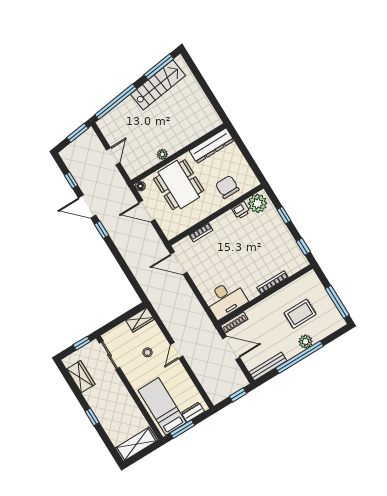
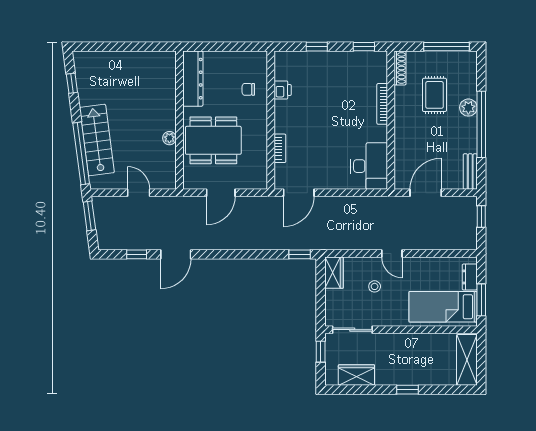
window: (159, 67) -> (72, 83), width x0.46
stairs: (158, 85) -> (97, 140), moved
floor lamp: (140, 186) -> (189, 183), removed
chair: (227, 187) -> (248, 89), width x0.54, depth x0.54
plant: (258, 203) -> (286, 67), removed
window: (102, 230) -> (300, 254), moved
shoe rack: (234, 322) -> (400, 68), moved
bench: (268, 366) -> (470, 172), width x0.73

